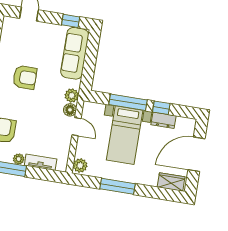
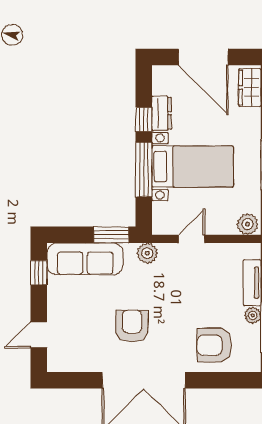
window: (88, 73) -> (111, 235), added
floor lamp: (70, 110) -> (169, 252), removed

